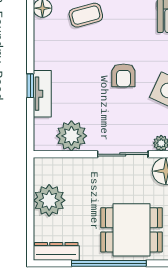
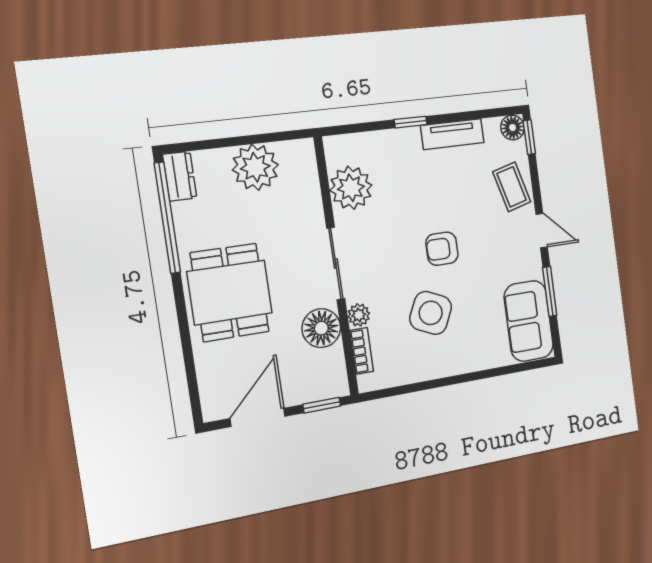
tv unit: (42, 94) -> (452, 134), moved
dresser: (56, 251) -> (180, 176), width x0.70
window: (109, 263) -> (167, 218), moved

